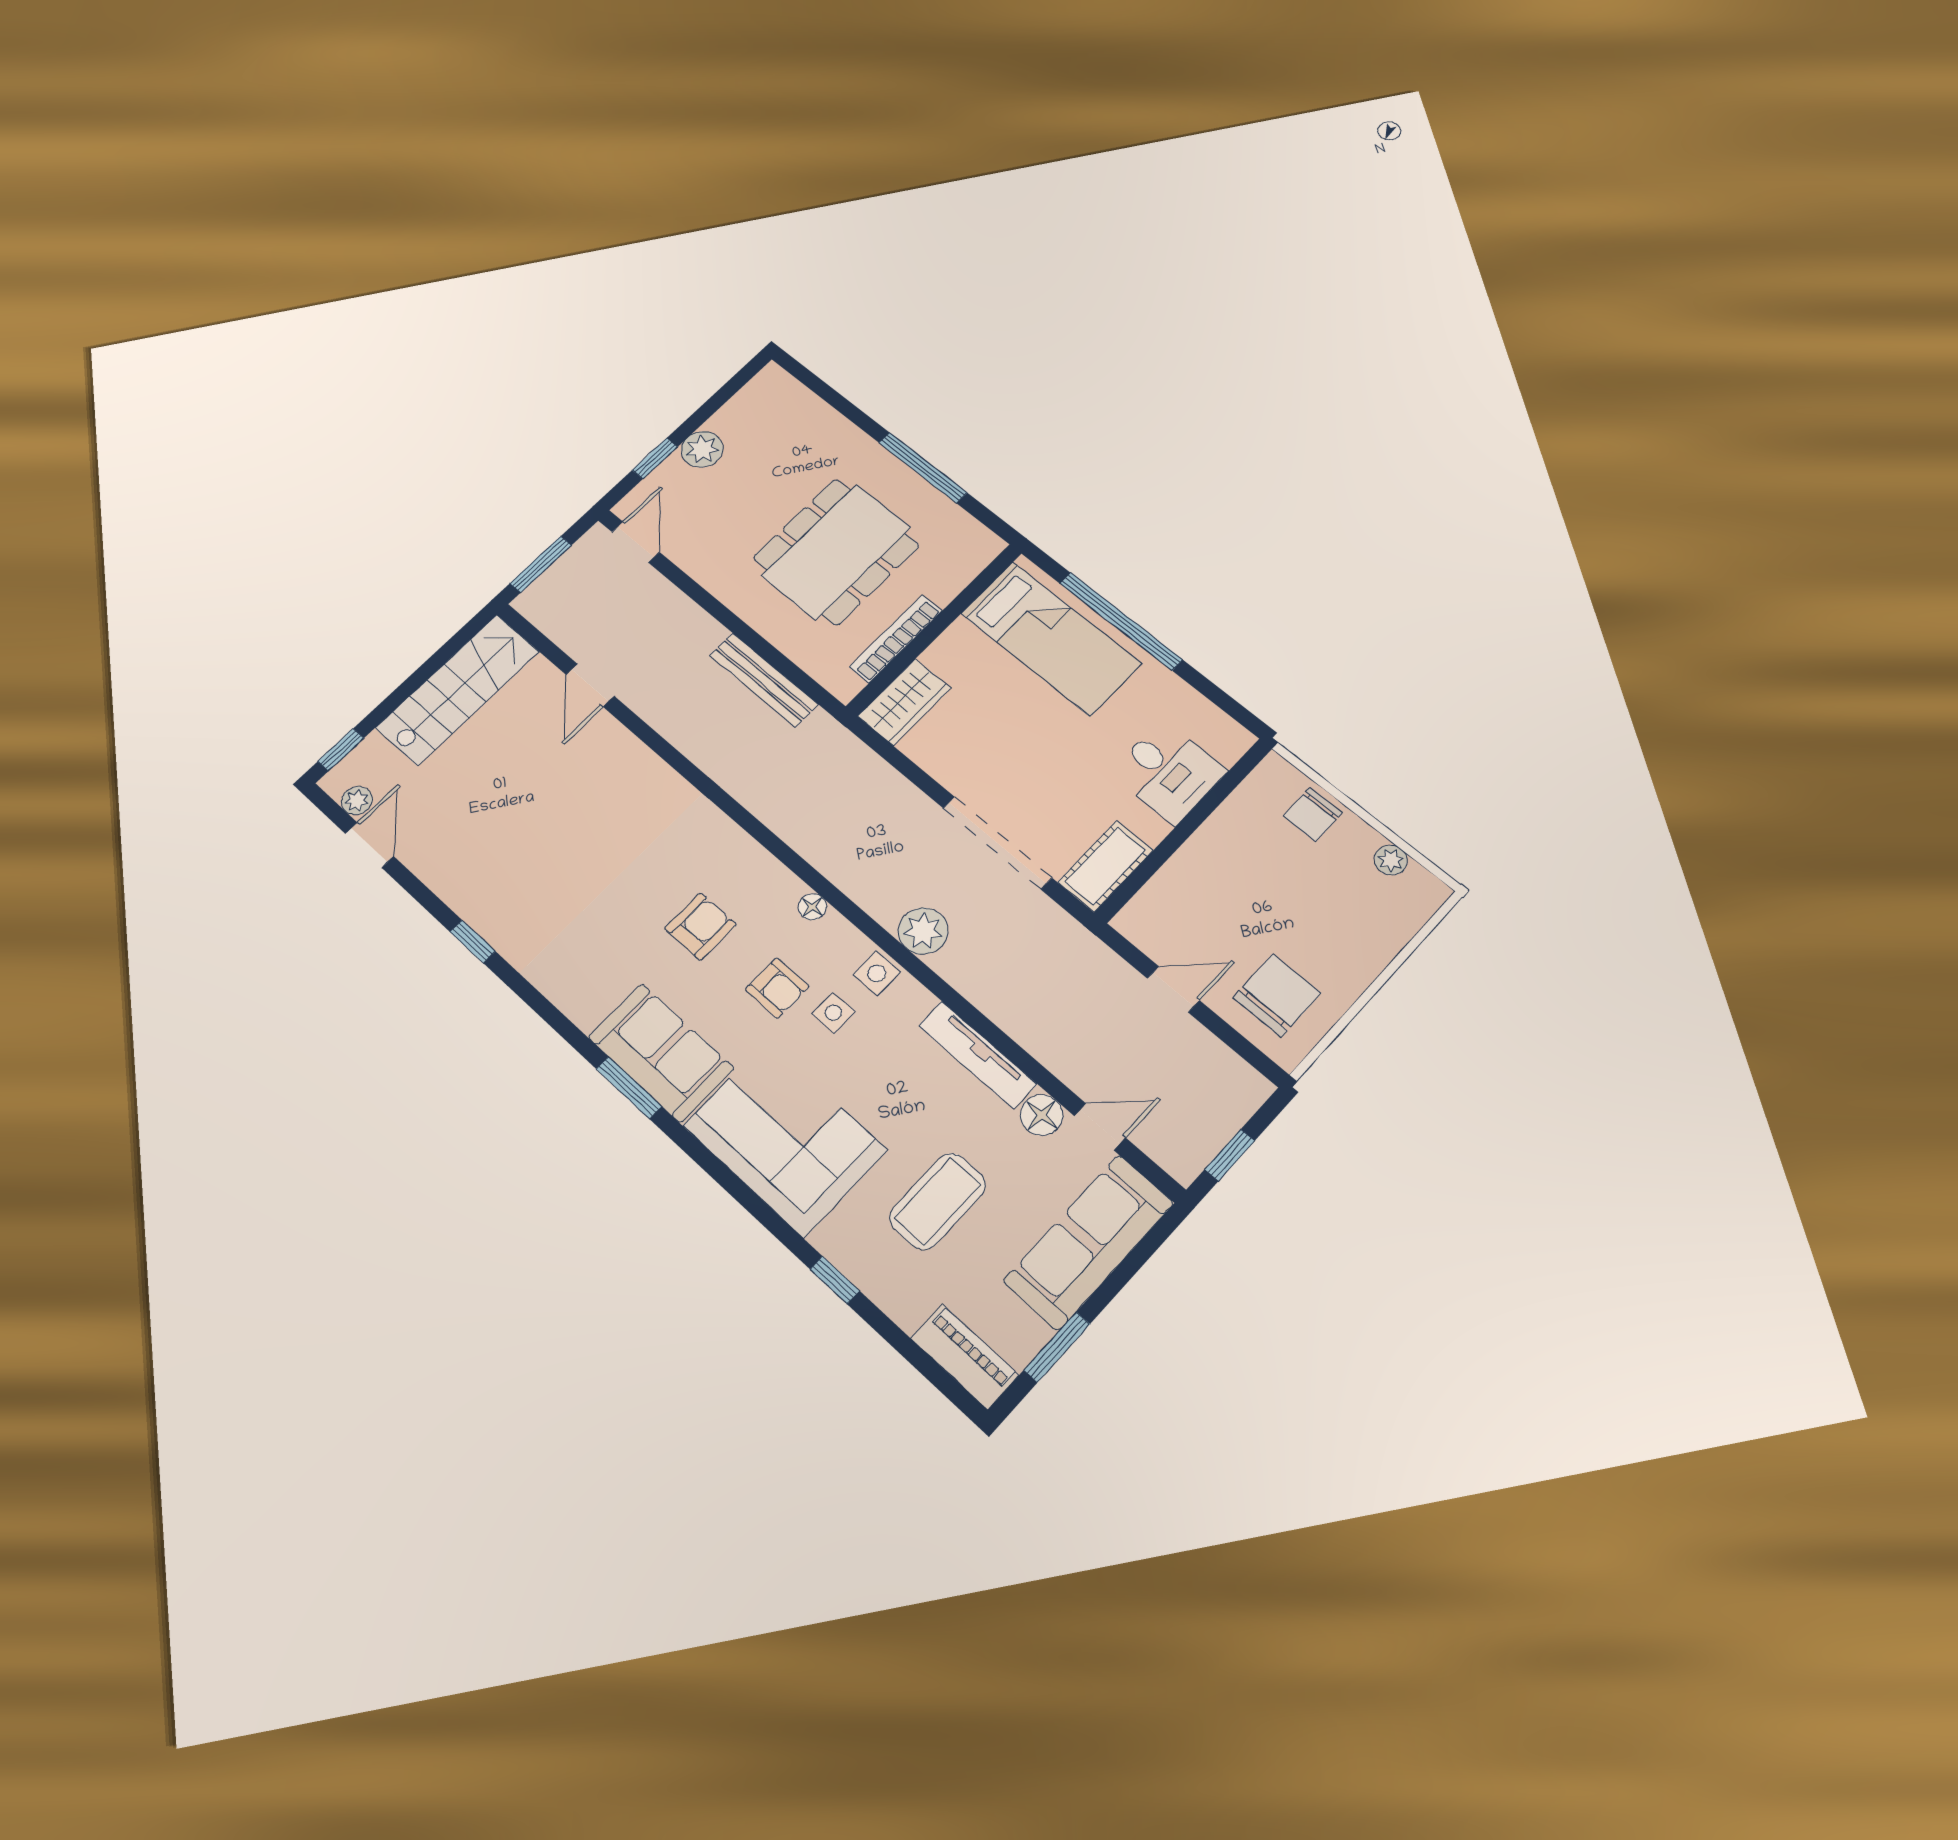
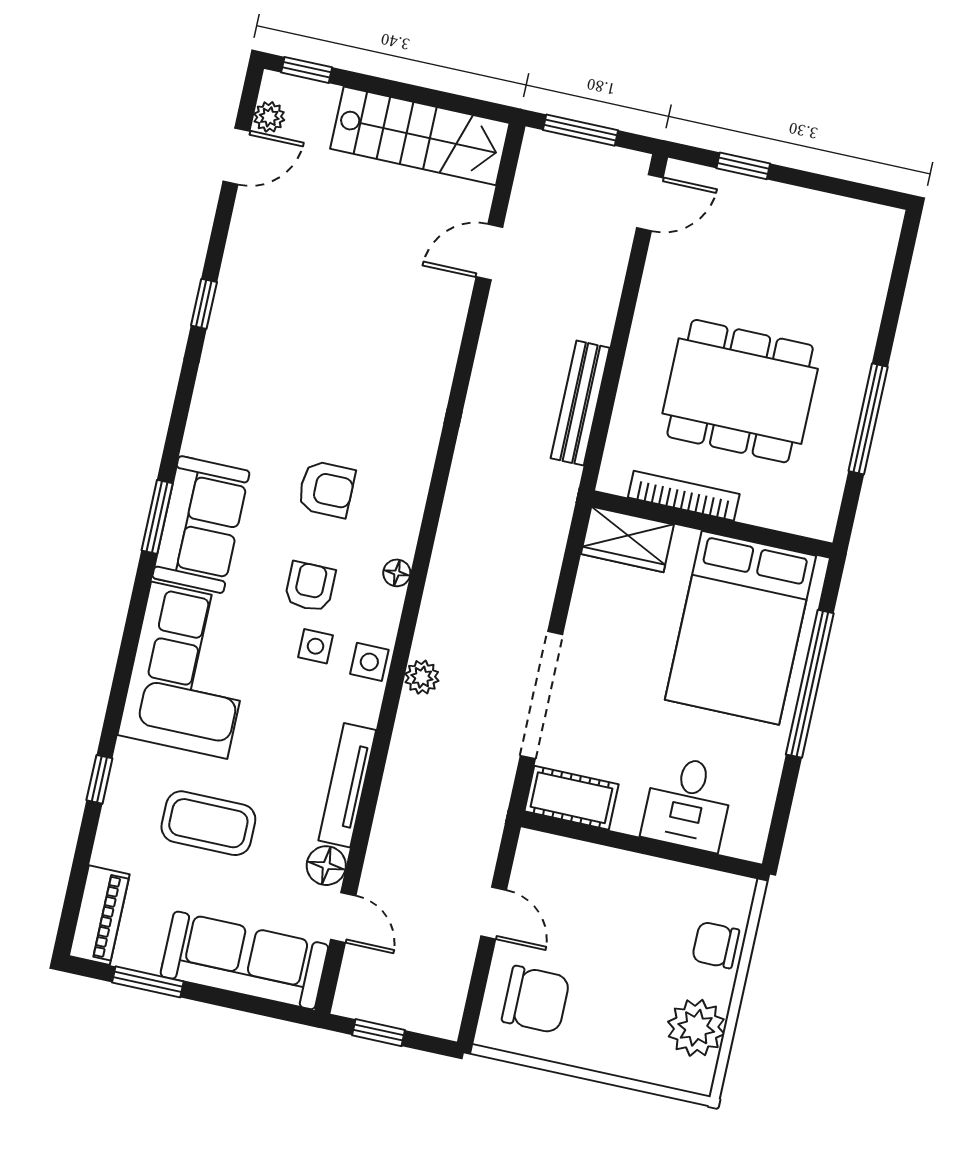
plant: (702, 449) -> (776, 204), removed
bed: (1051, 638) -> (740, 628), width x1.50
plant: (1391, 860) -> (696, 1028), width x1.87, depth x1.87
plant: (923, 931) -> (422, 677), width x0.73, depth x0.73
armchair: (777, 988) -> (310, 587), turned 180

